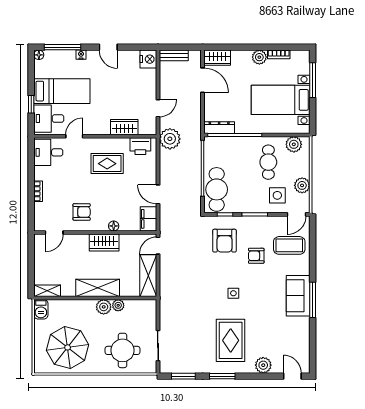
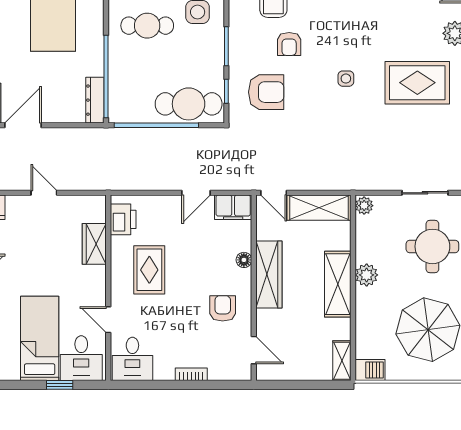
door: (158, 108) -> (44, 193), moved
plant: (170, 139) -> (112, 175), removed
wardrobe: (104, 242) -> (269, 274), width x1.50
plant: (118, 305) -> (364, 206), moved

